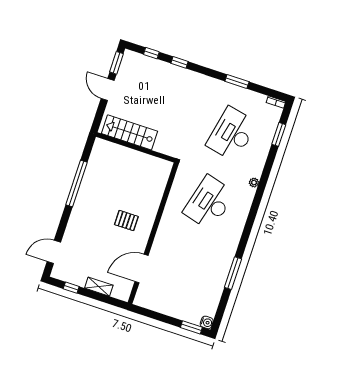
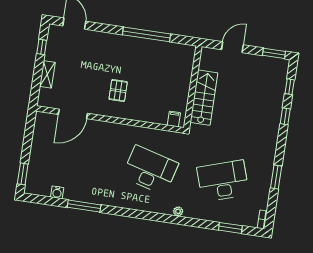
door: (108, 90) -> (232, 47), moved
stairs: (130, 132) -> (204, 98), moved
desk: (232, 134) -> (223, 181), turned -30
filing cabinet: (163, 171) -> (174, 119), added
door: (141, 268) -> (73, 114), swing flipped
water cooler: (207, 322) -> (57, 192), moved

